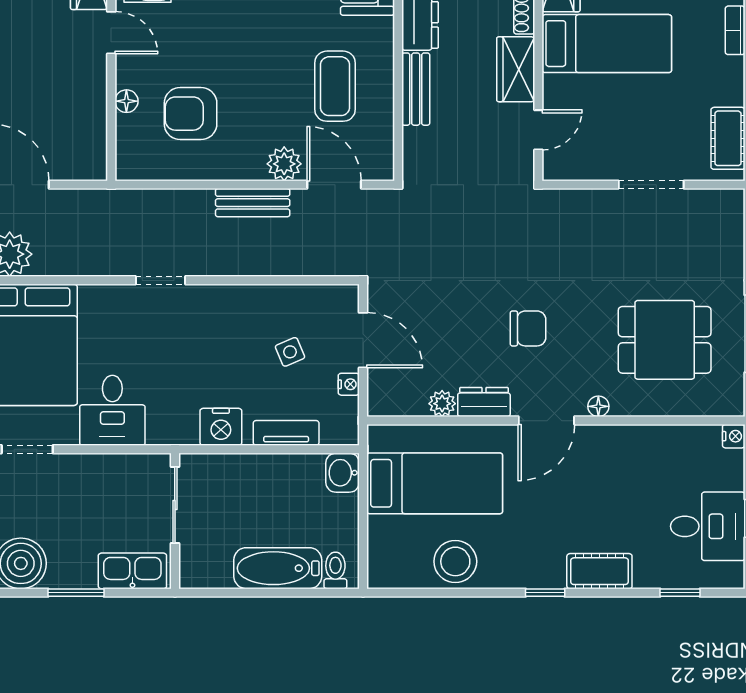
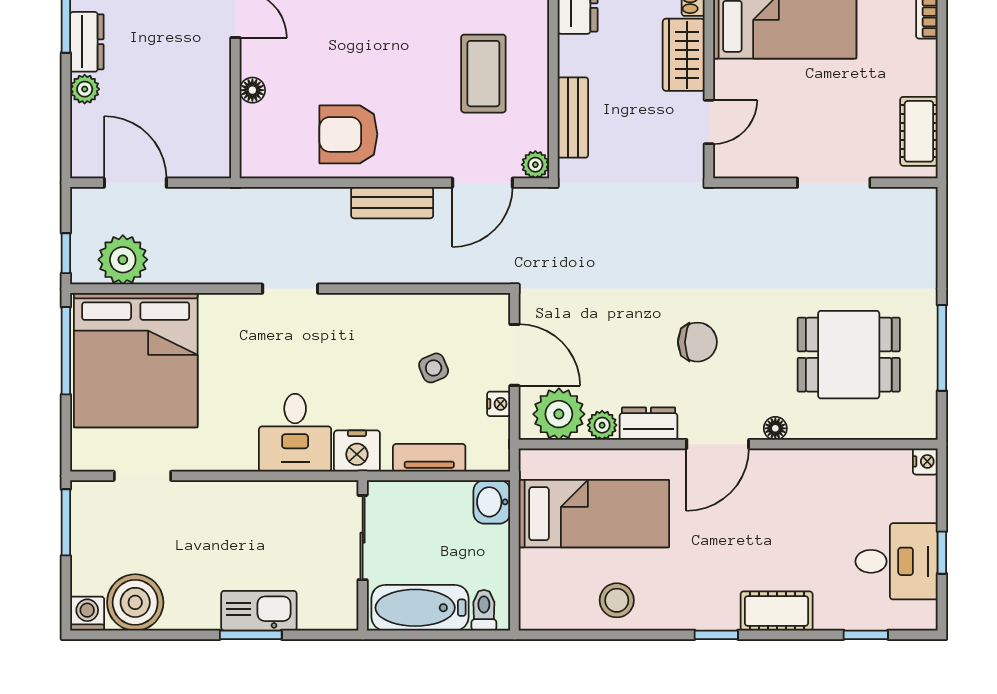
bench: (416, 89) -> (573, 118), moved
armchair: (191, 114) -> (348, 134), moved
plant: (284, 164) -> (535, 165), moved, width x0.73, depth x0.73
door: (334, 185) -> (482, 183), swing flipped
plant: (403, 393) -> (559, 414), added
desk: (112, 410) -> (295, 433), moved
sliding door: (175, 505) -> (363, 538), moved
wall: (175, 521) -> (363, 555), moved
stool: (455, 561) -> (617, 600), width x0.73, depth x0.73
window: (76, 593) -> (251, 635), moved

